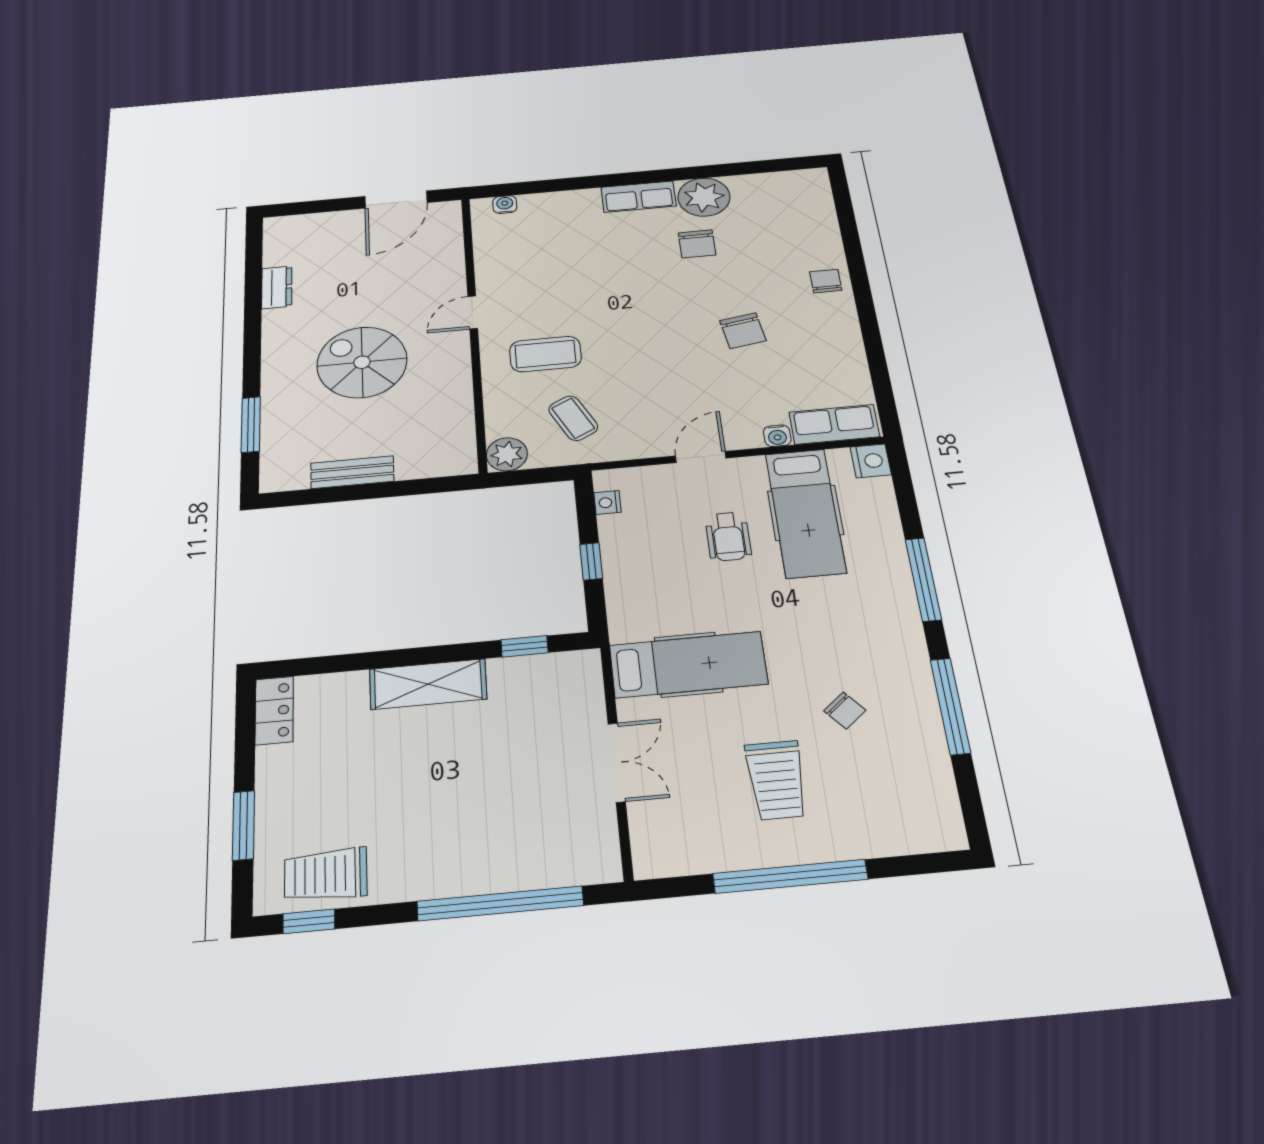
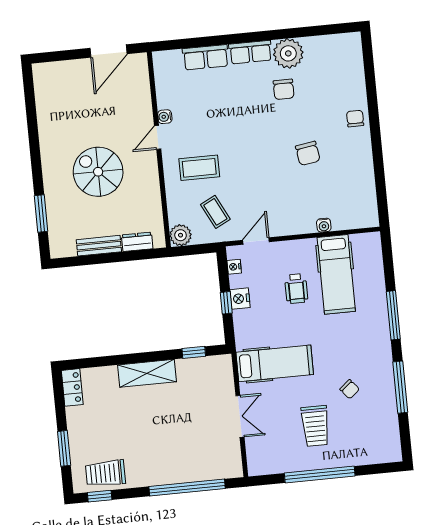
water cooler: (505, 205) -> (165, 117), moved, turned -90
dresser: (277, 287) -> (137, 242), moved, turned -90
row of seats: (834, 424) -> (206, 57), moved, turned 180
door: (701, 457) -> (256, 241), moved
nightstand: (871, 461) -> (240, 299), moved, turned 180

